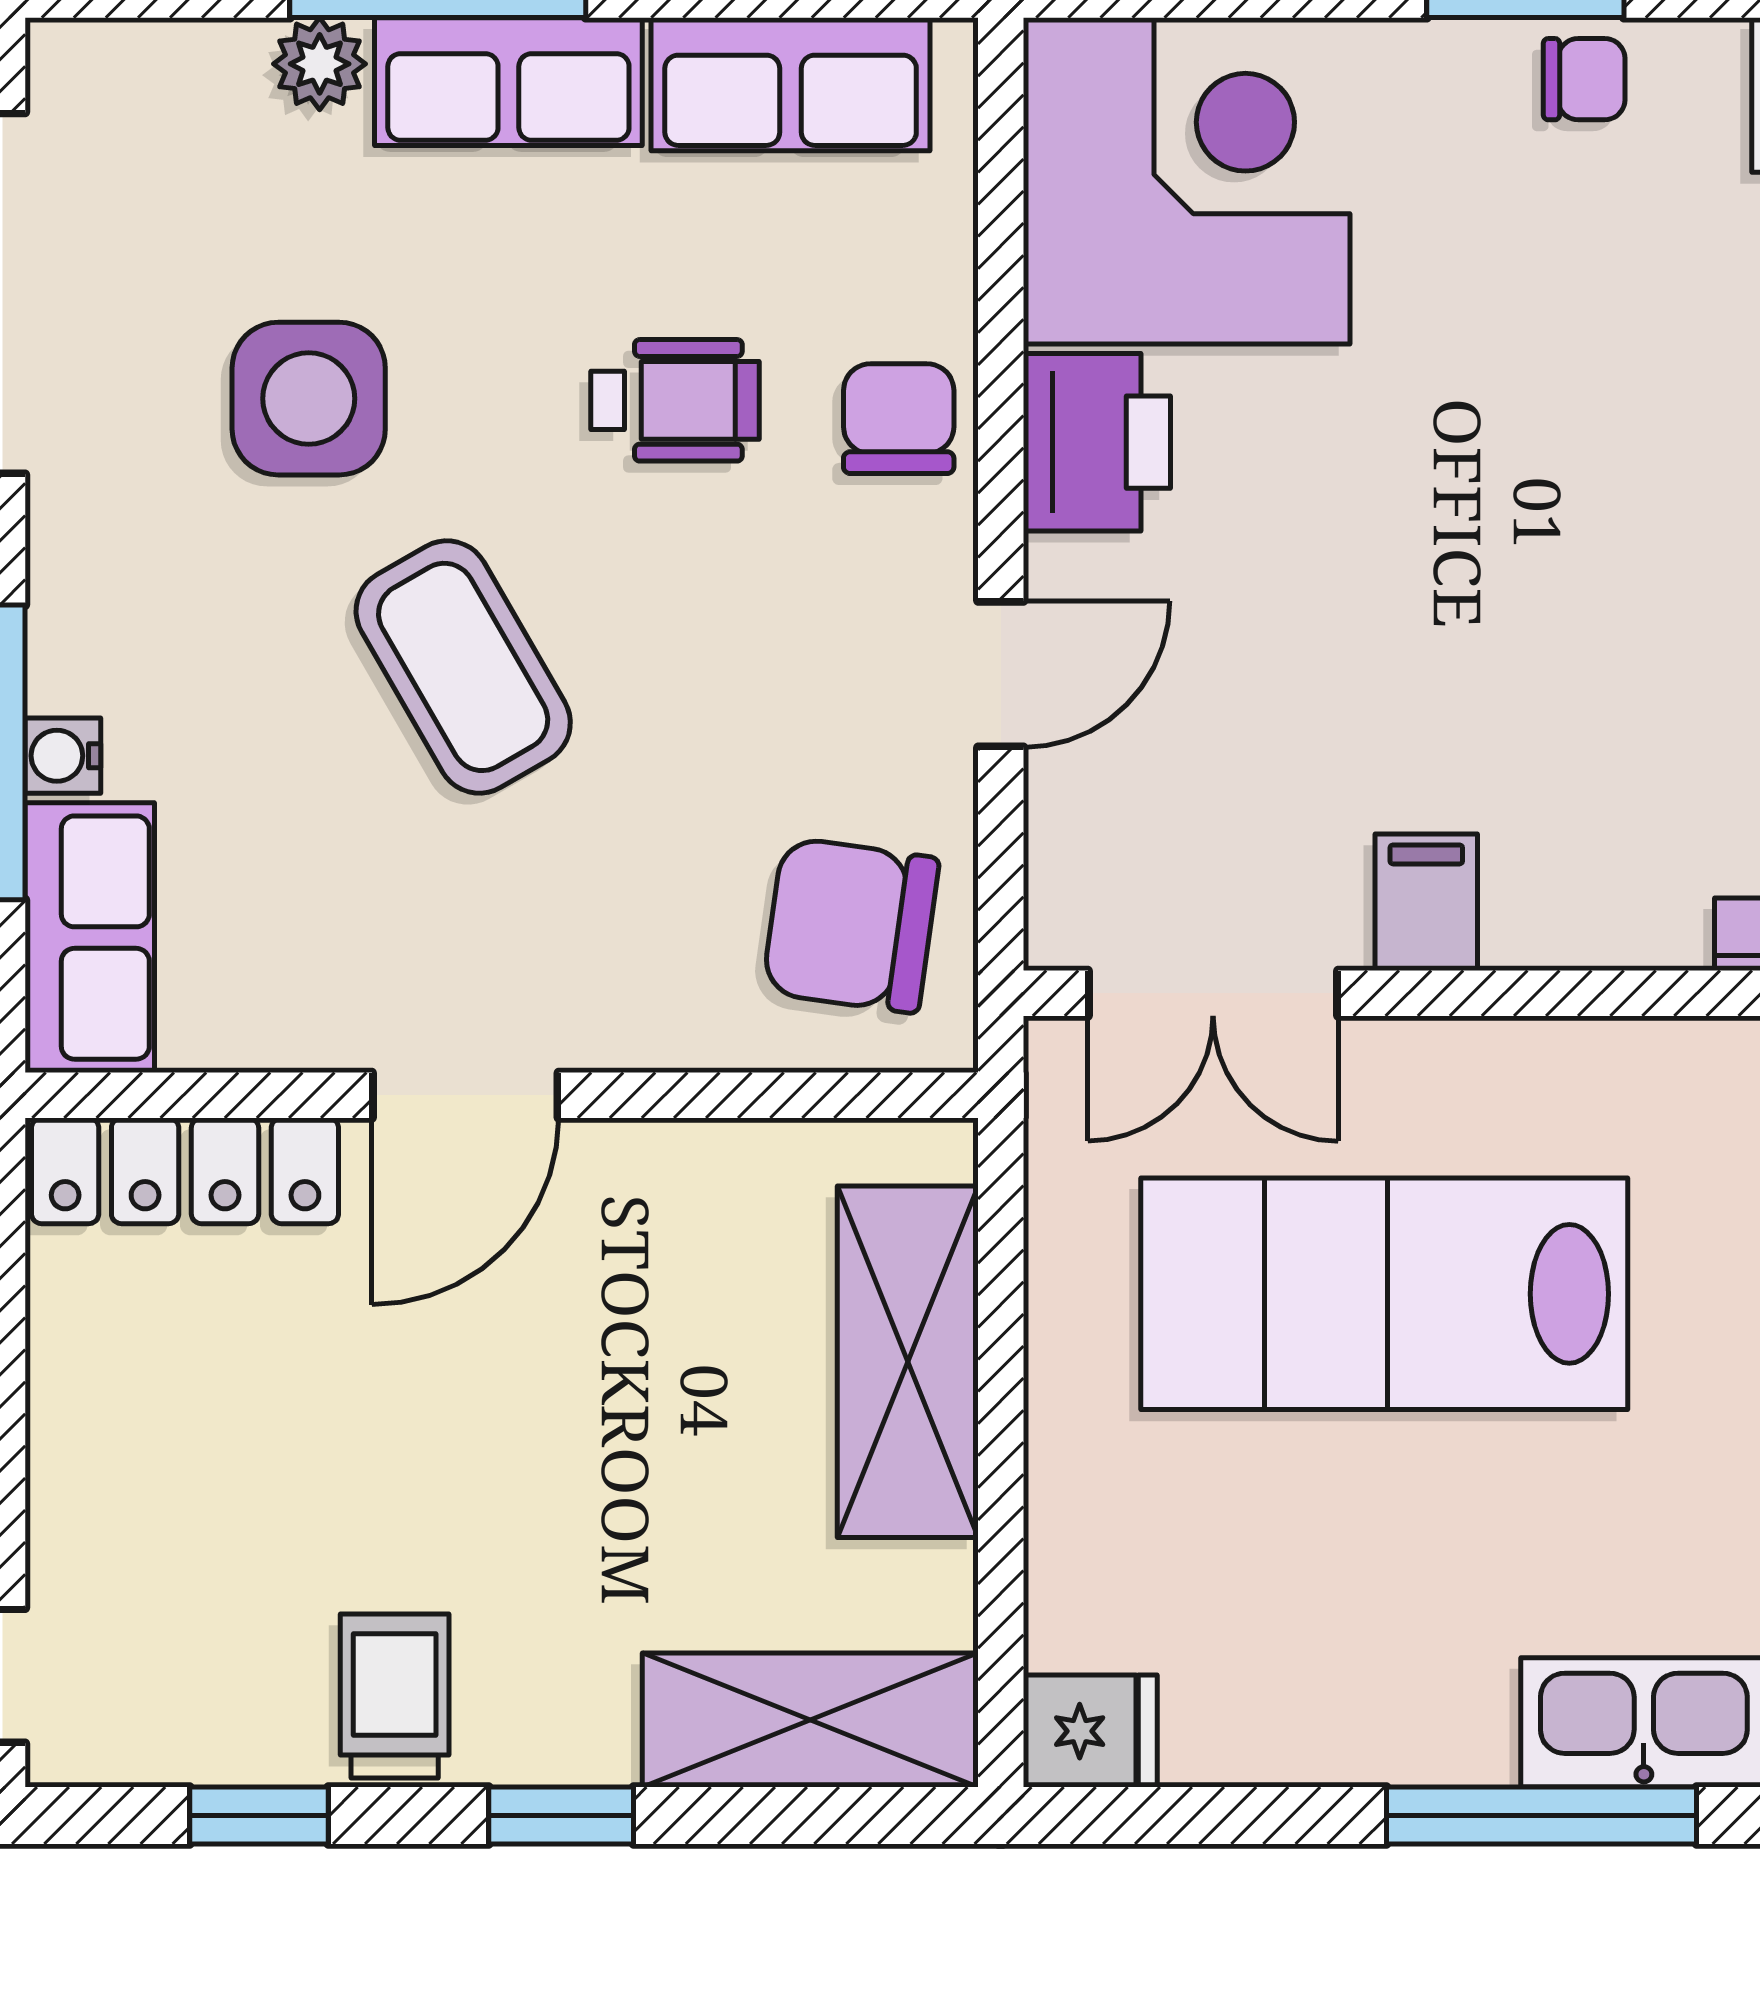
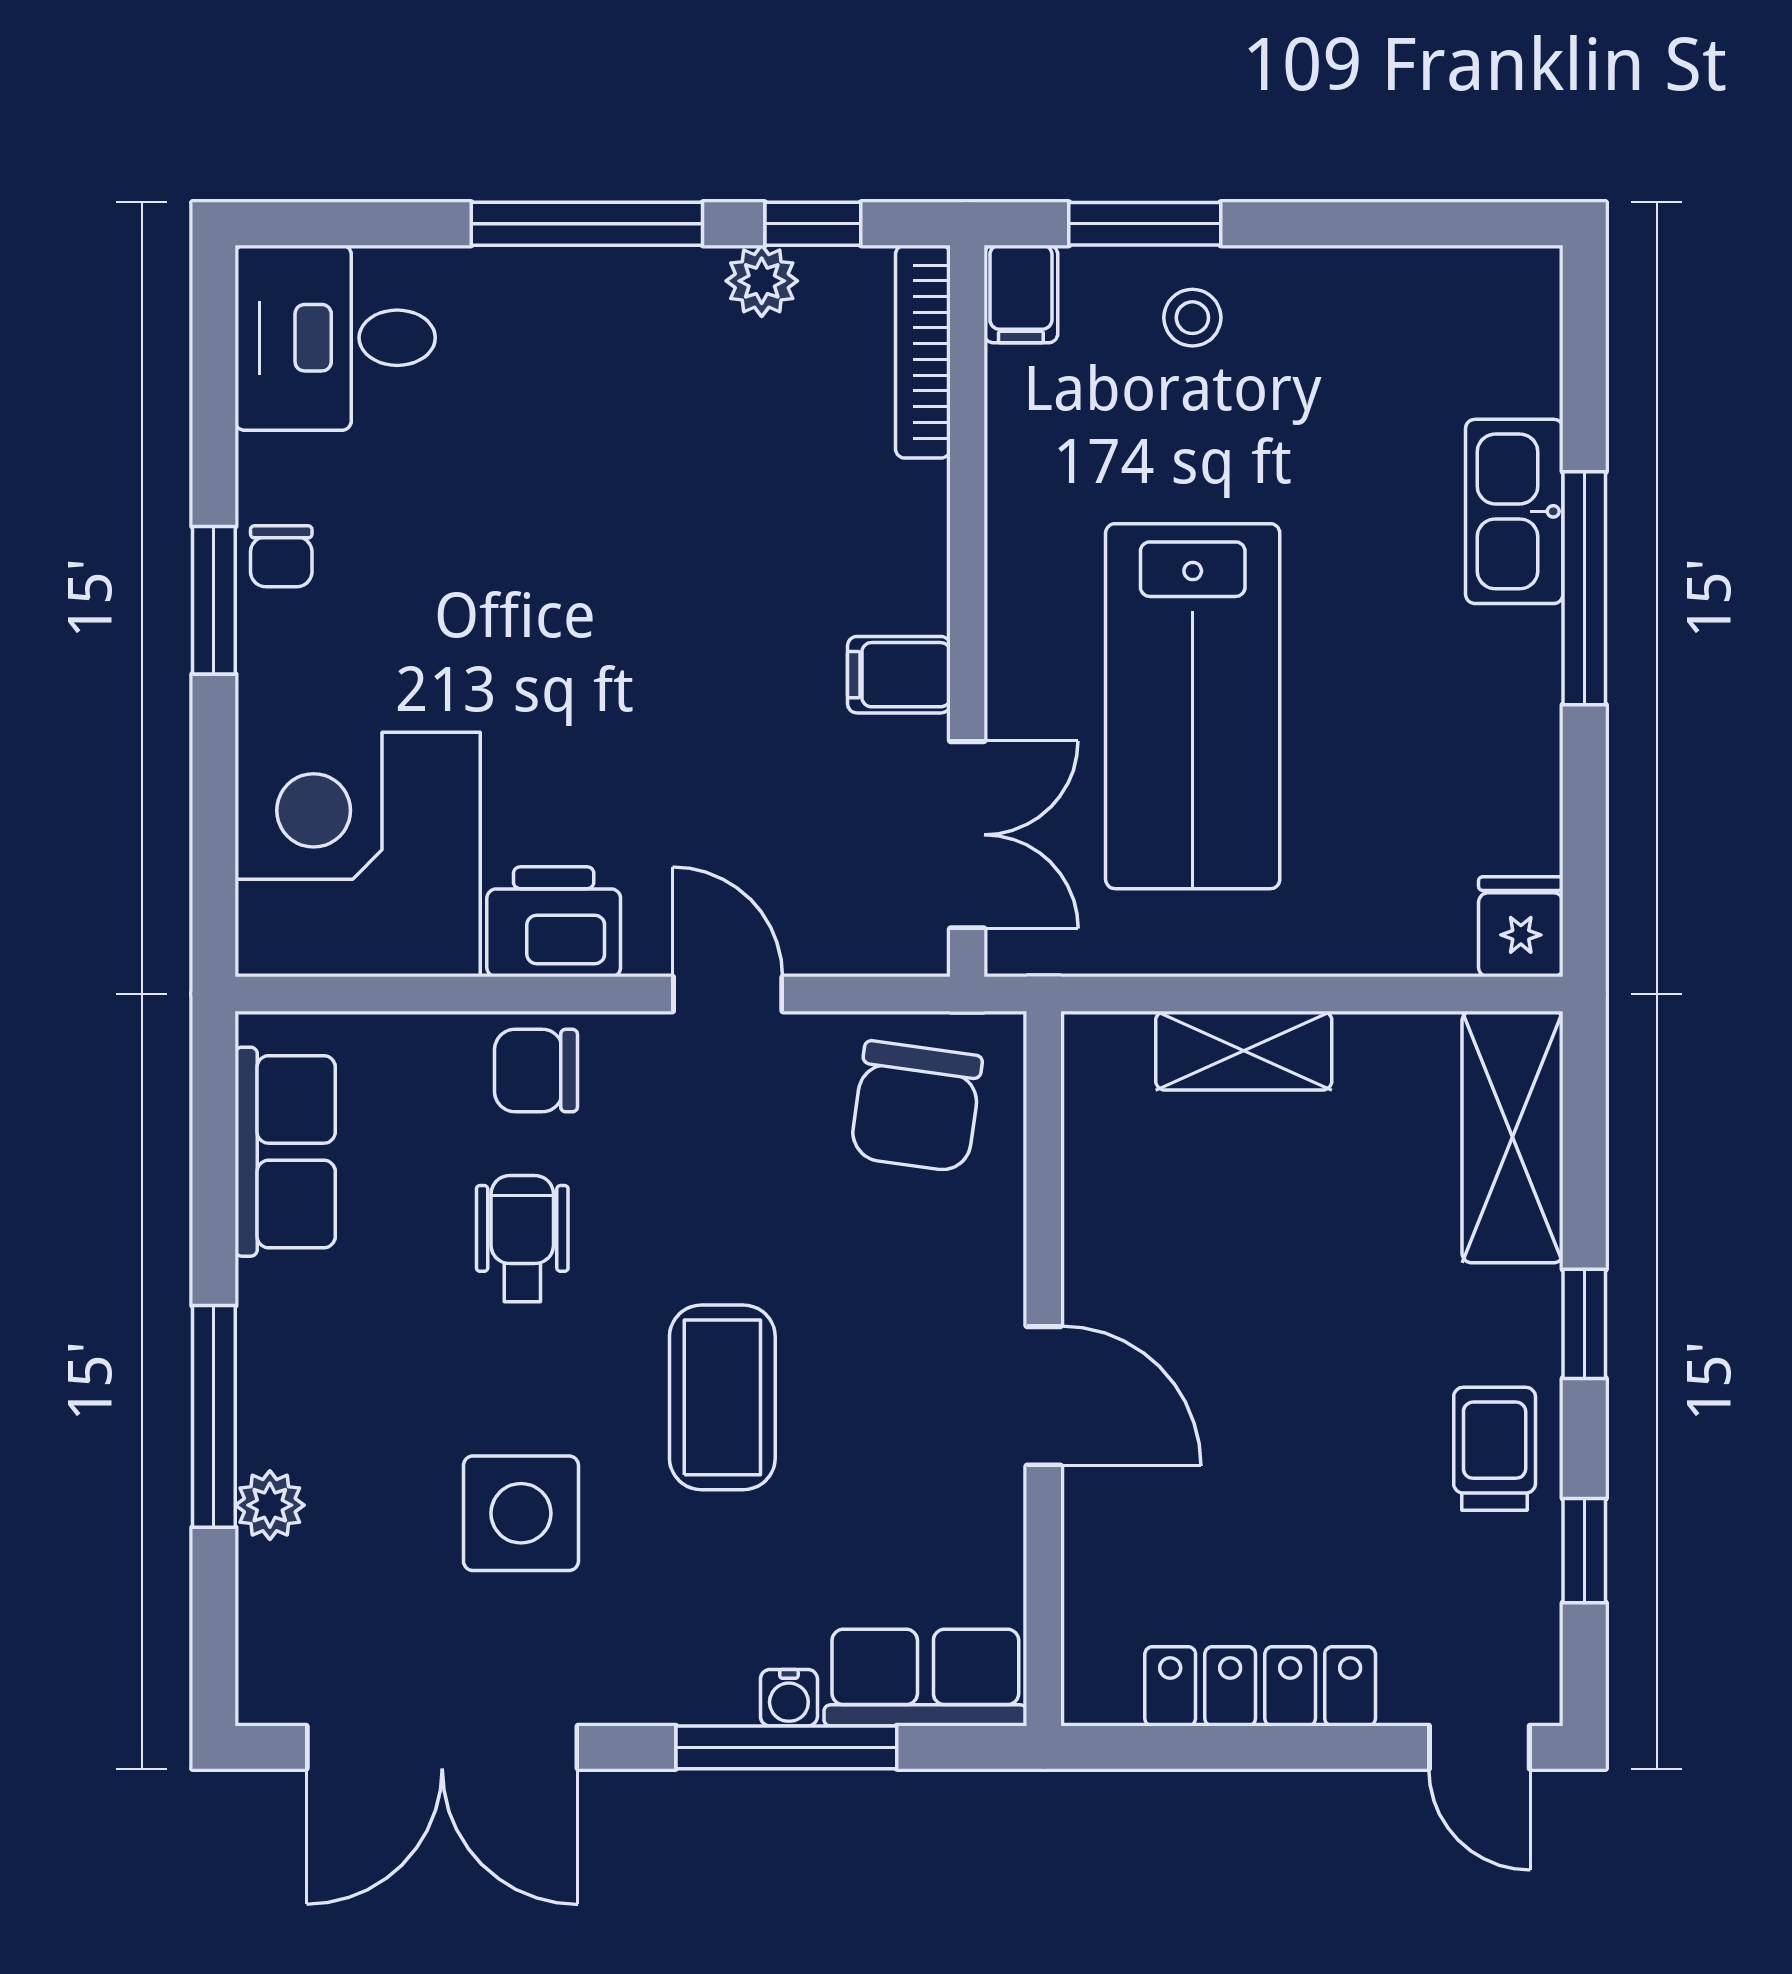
chair: (1584, 79) -> (281, 556), turned 180
row of seats: (508, 82) -> (283, 1363), removed
coffee table: (463, 667) -> (722, 1397), turned -60
locker: (185, 1171) -> (1260, 1686), moved, turned -90
shelving: (908, 1362) -> (1244, 1051), width x0.67, depth x0.75
trolley: (395, 1696) -> (1495, 1449), turned 90

